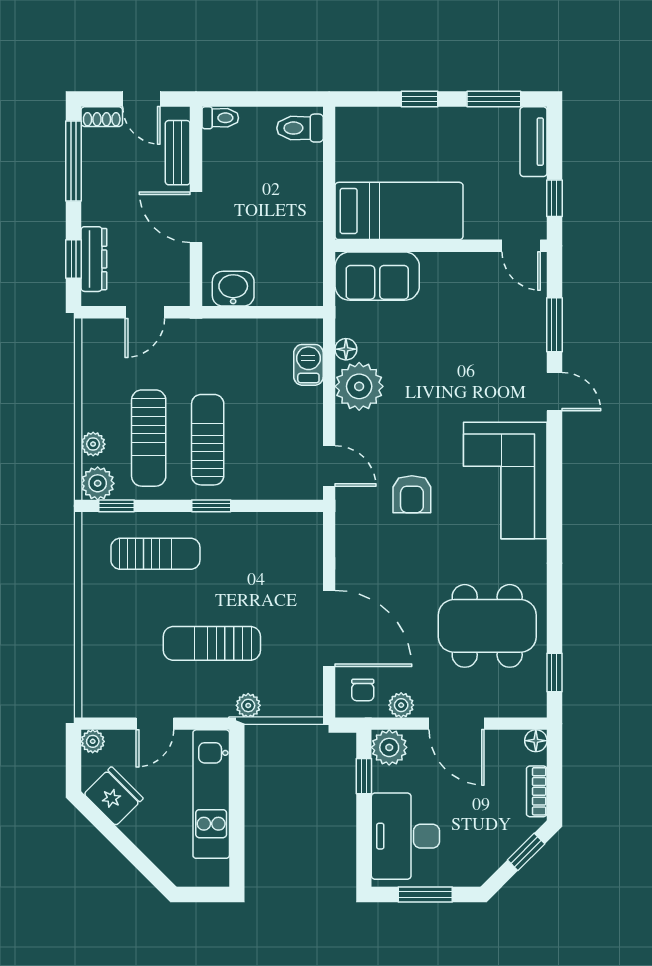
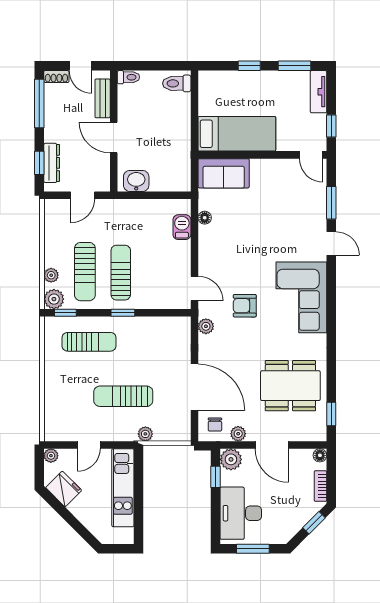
plant: (359, 386) -> (206, 326), moved, width x0.53, depth x0.53
armchair: (412, 494) -> (245, 306), turned 90

